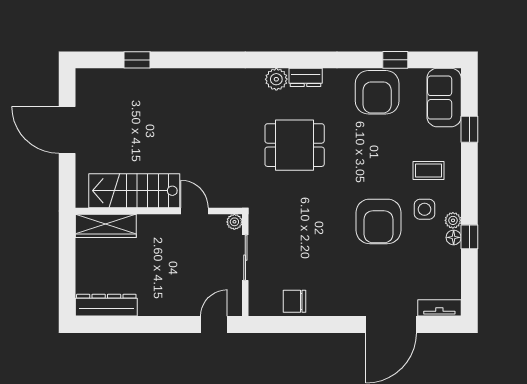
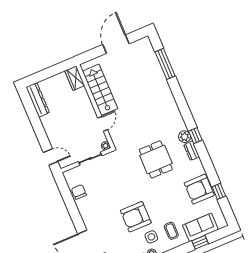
window: (137, 60) -> (165, 64), width x2.17
window: (282, 60) -> (195, 136), added
sofa: (444, 98) -> (200, 227), moved
wardrobe: (106, 226) -> (75, 78), width x0.67

